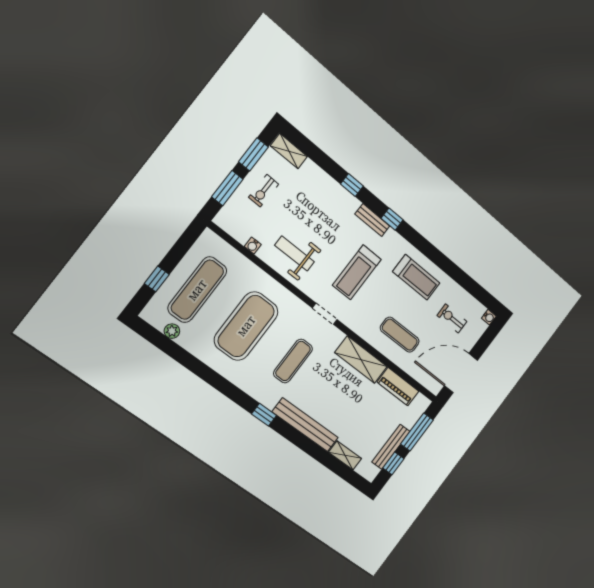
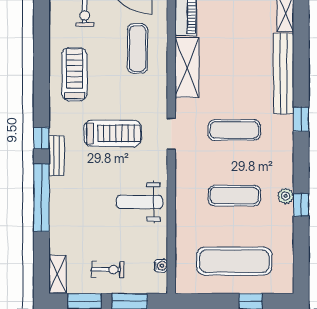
window: (352, 185) -> (41, 198), width x3.17
water cooler: (253, 246) -> (161, 266), moved
weight bench: (295, 253) -> (140, 202), turned 90
exercise mat: (246, 326) -> (234, 196), width x0.50, depth x0.69
plant: (172, 331) -> (286, 196), moved
window: (202, 370) -> (301, 205), added

